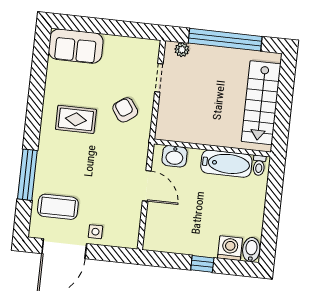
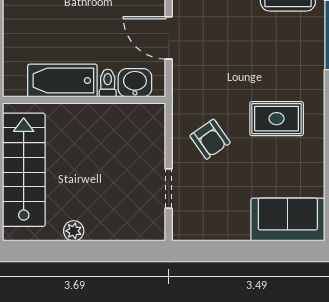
window: (225, 40) -> (83, 251), removed
plant: (182, 50) -> (74, 231), moved
toilet: (259, 165) -> (108, 83), moved

